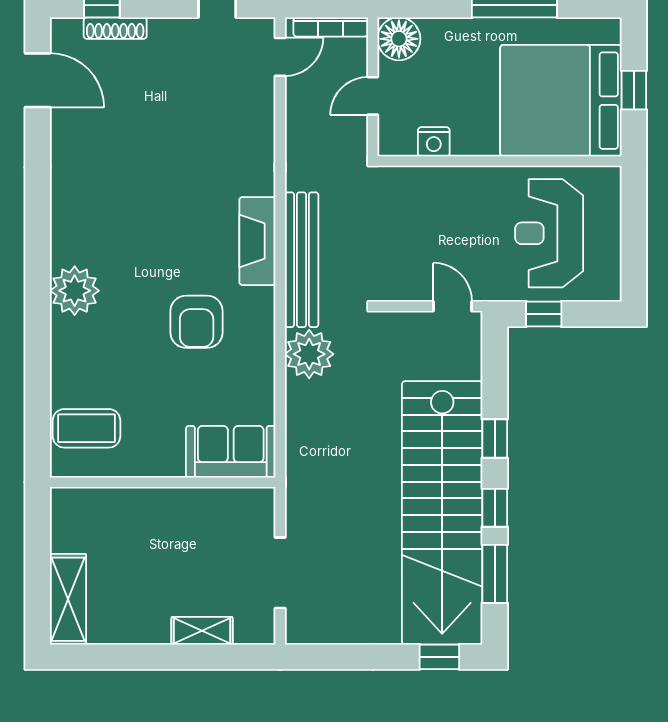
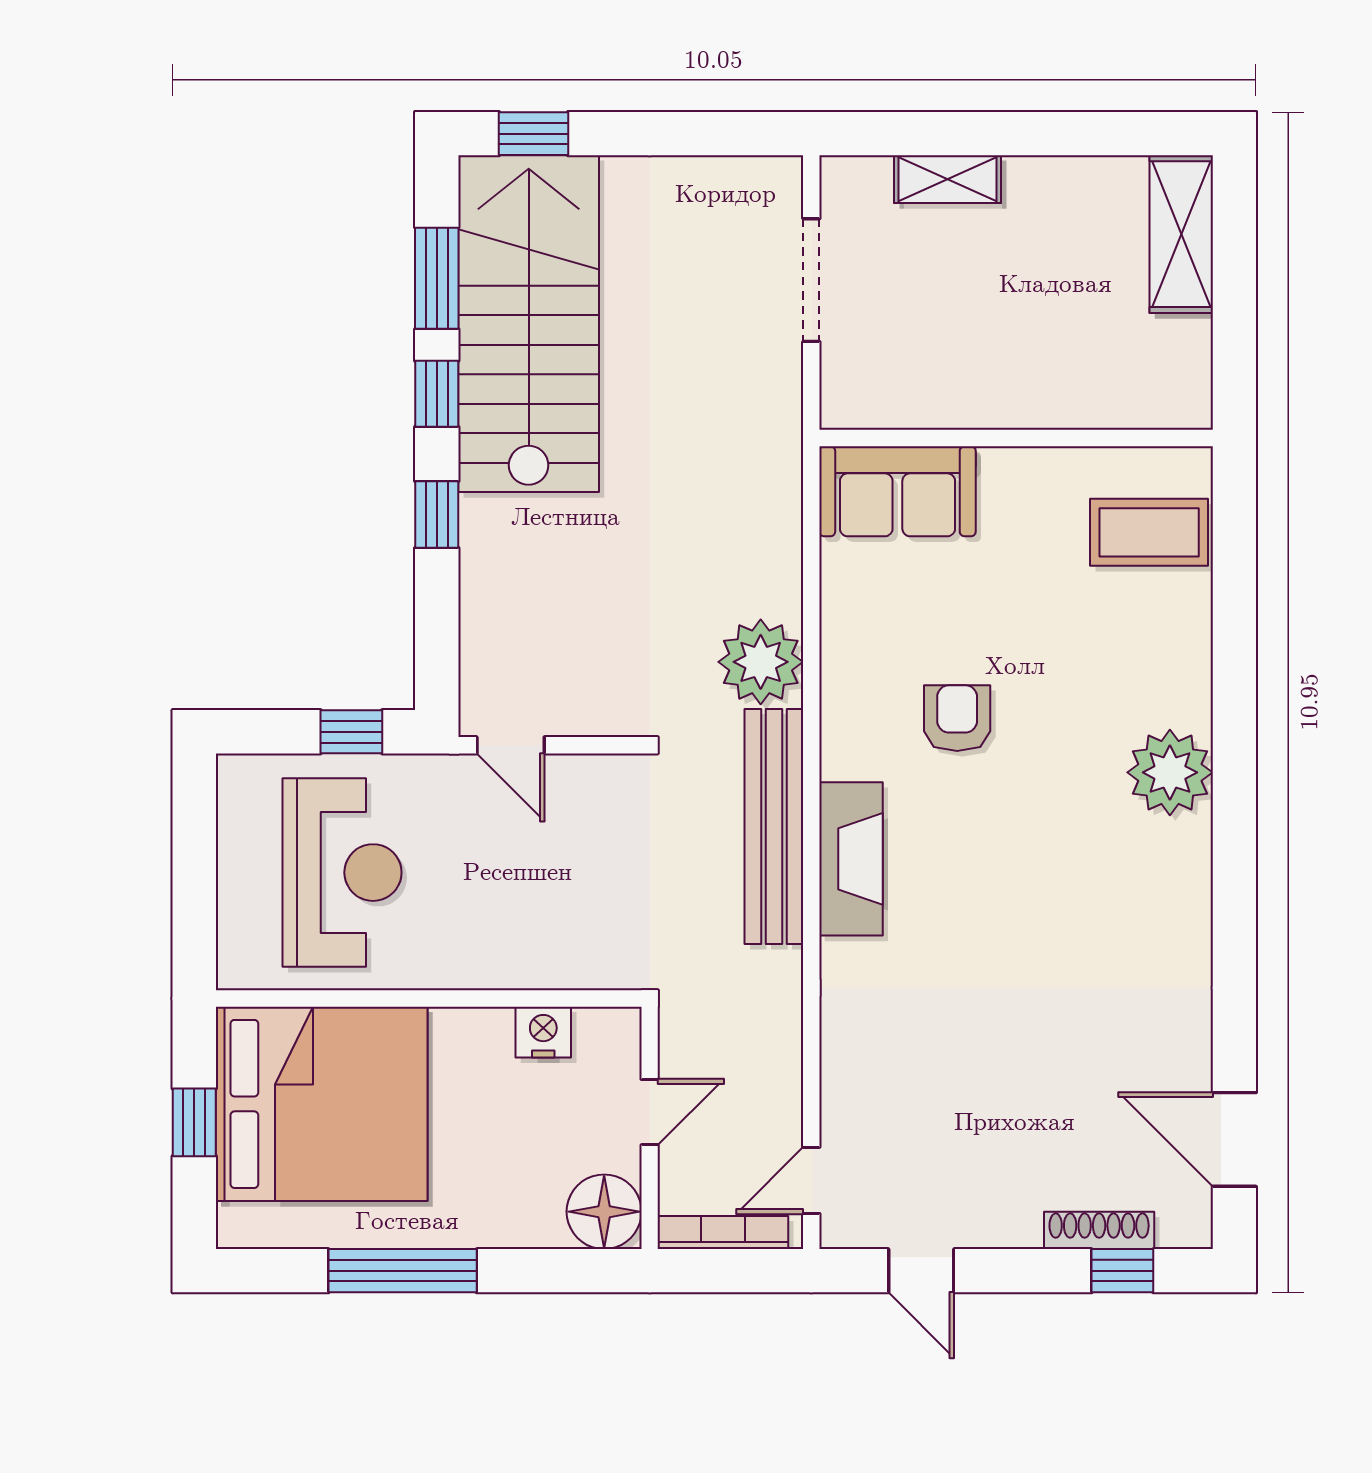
armchair: (197, 322) -> (957, 718), width x0.72, depth x0.72
stairs: (442, 513) -> (529, 324), width x0.73

